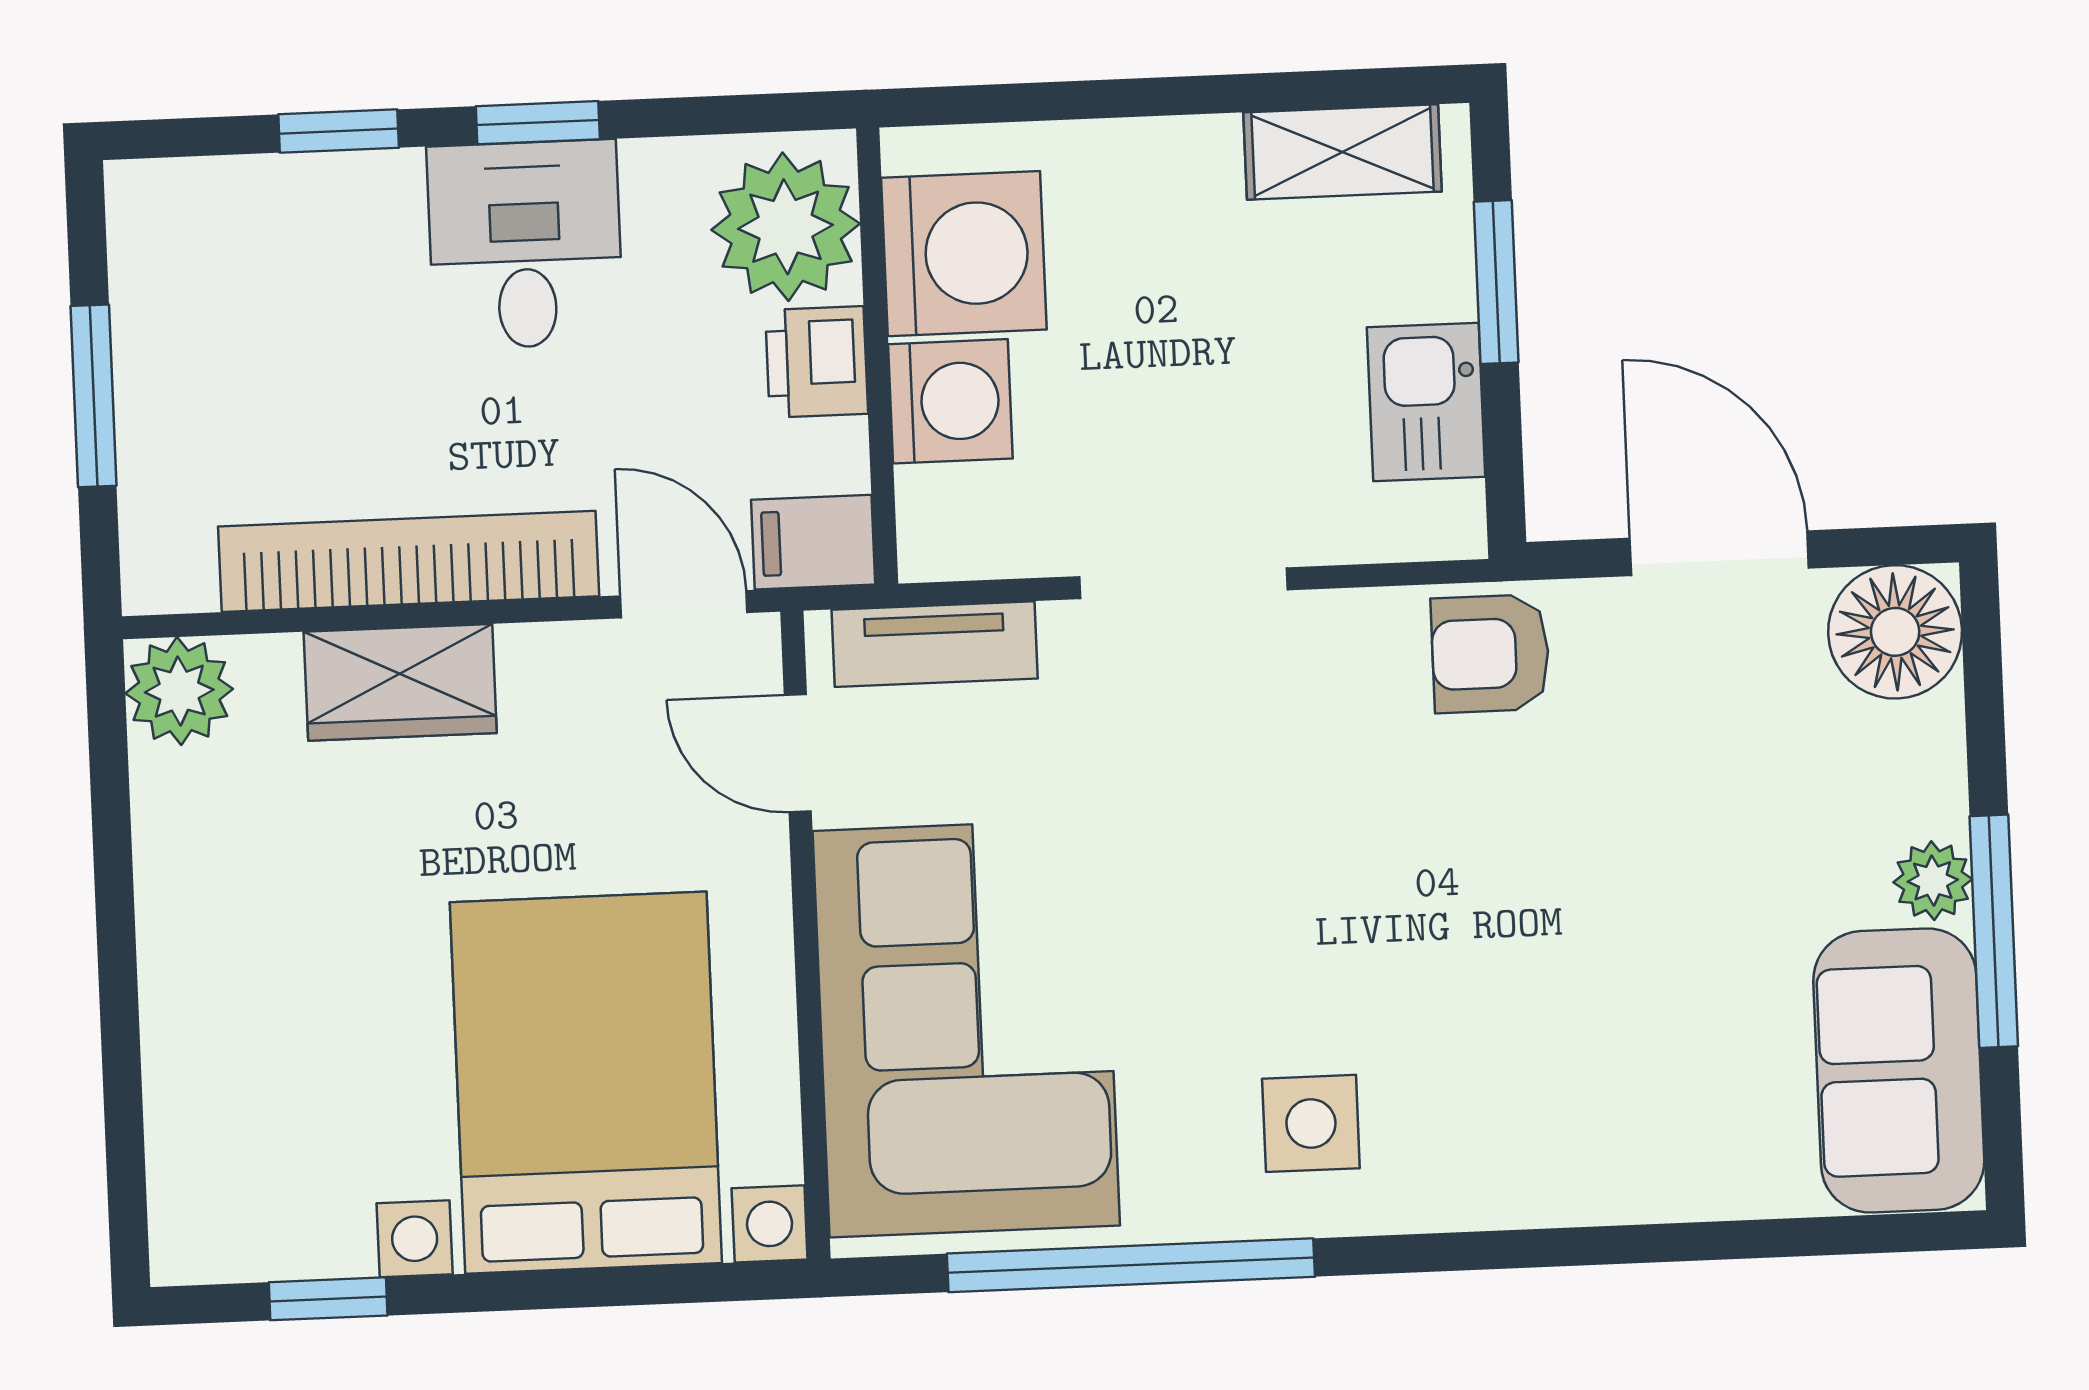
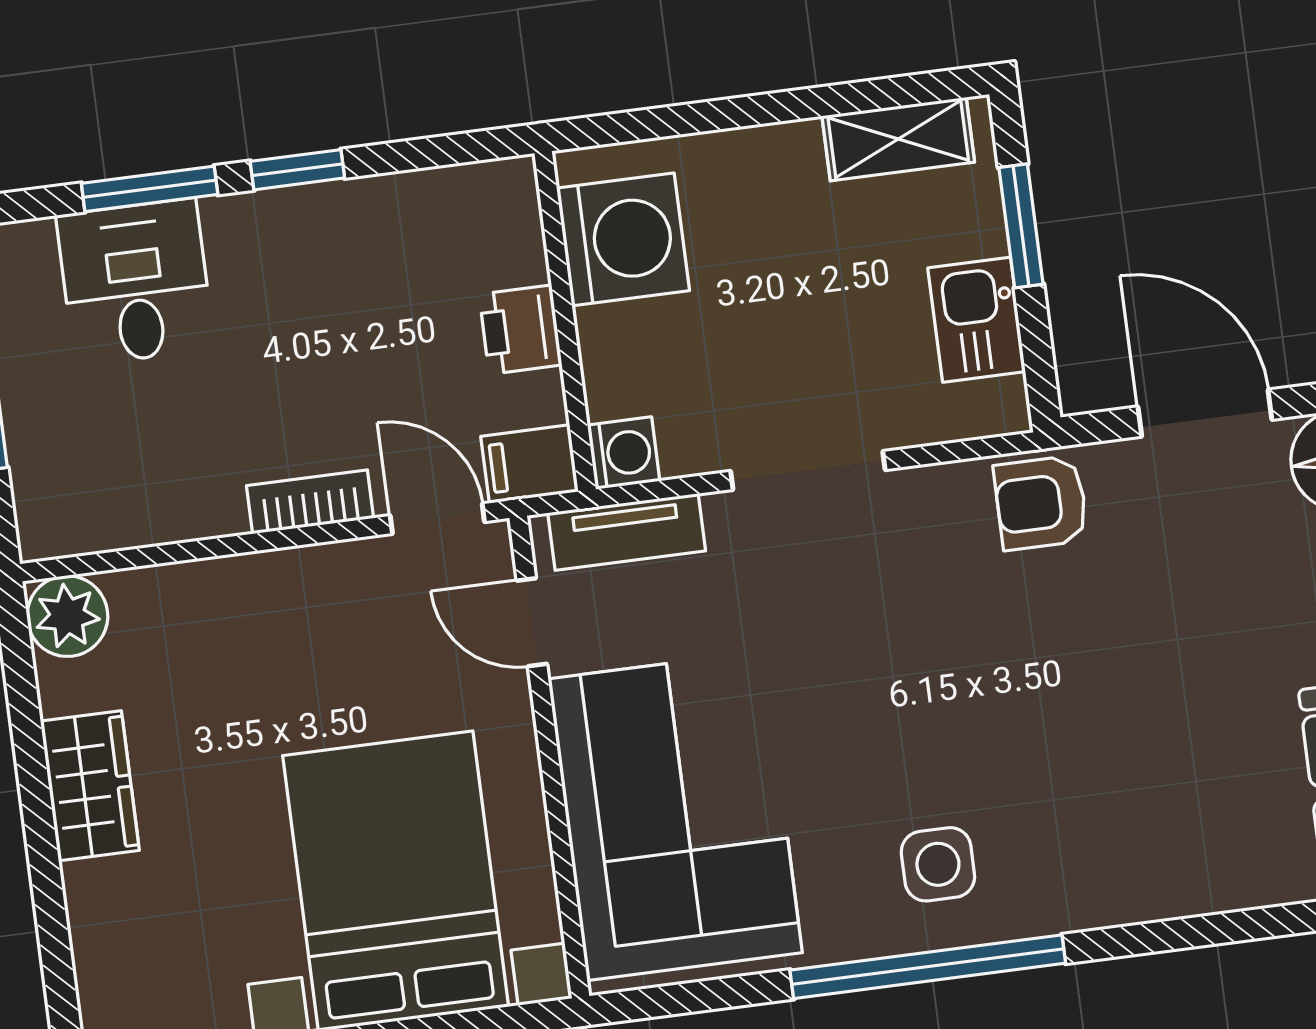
window: (339, 131) -> (150, 189), width x1.50
plant: (786, 227) -> (489, 231), removed
desk: (525, 245) -> (135, 282), moved
washing machine: (950, 401) -> (624, 453), moved, width x0.73, depth x0.73
bookcase: (409, 561) -> (310, 502), width x0.43, depth x0.76
wardrobe: (400, 682) -> (90, 786), moved, turned -90
window: (1131, 1265) -> (928, 967), moved

